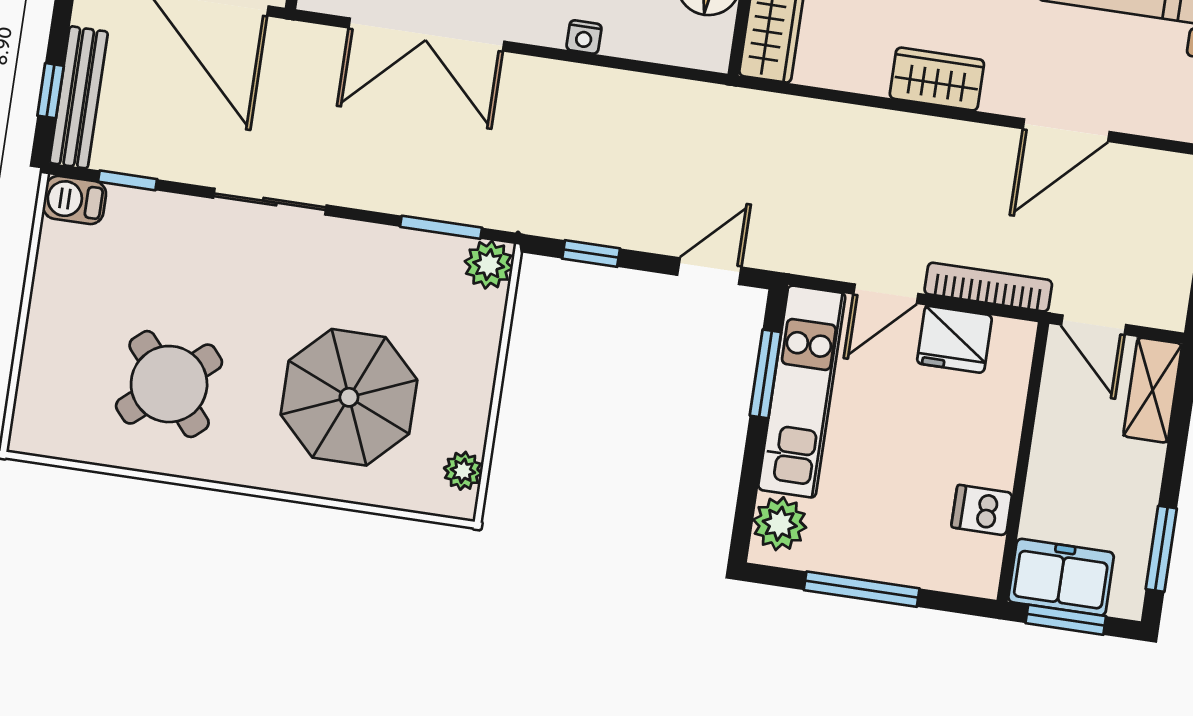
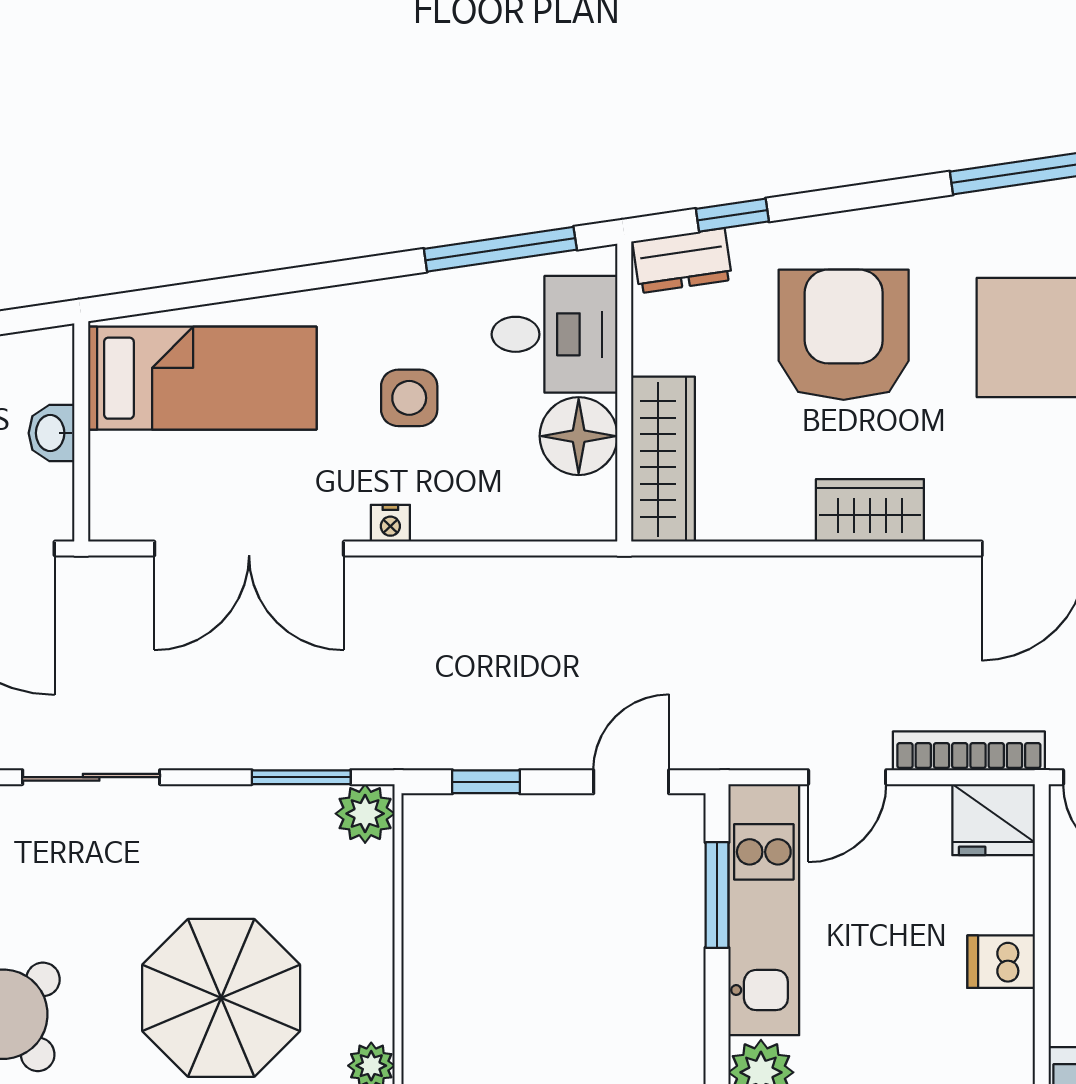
nightstand: (584, 37) -> (390, 523), moved
fridge: (954, 339) -> (994, 820), moved
dishwasher: (982, 510) -> (1001, 962), moved

